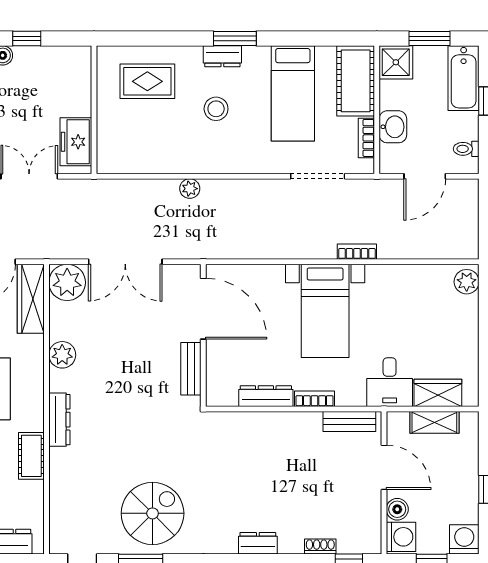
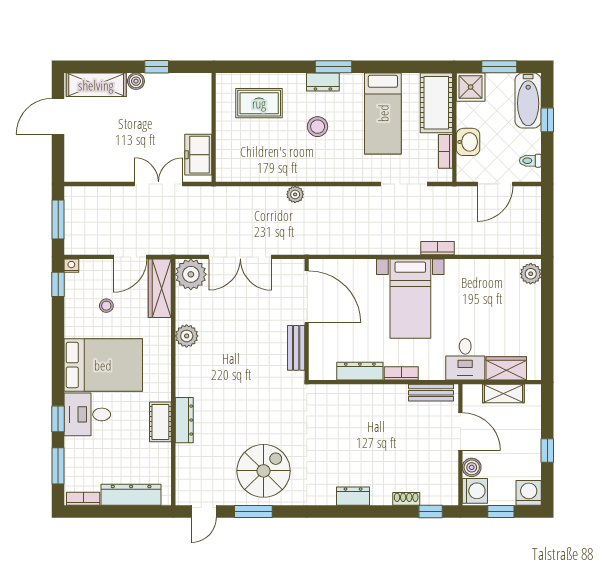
dresser: (59, 420) -> (184, 420), moved

